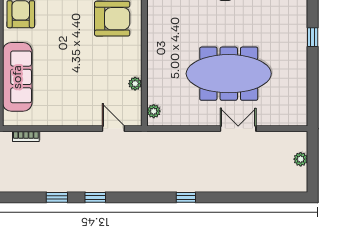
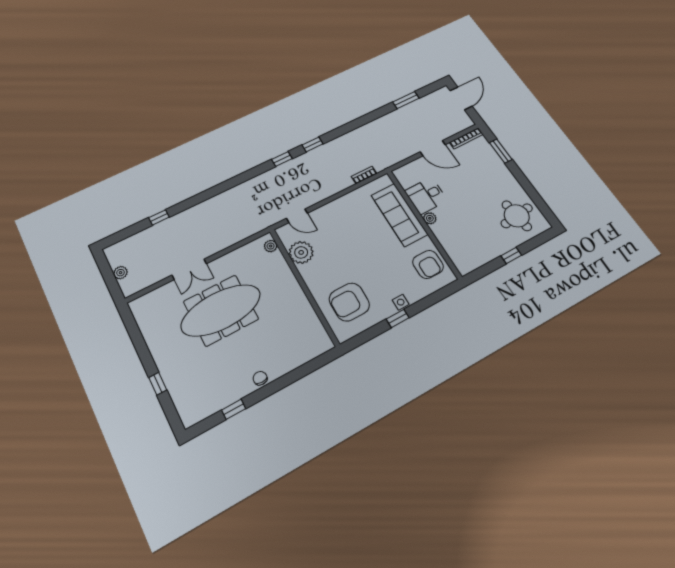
plant: (135, 84) -> (301, 252), width x1.88, depth x1.88
window: (186, 197) -> (159, 217), moved

